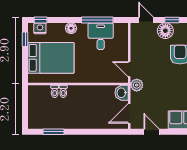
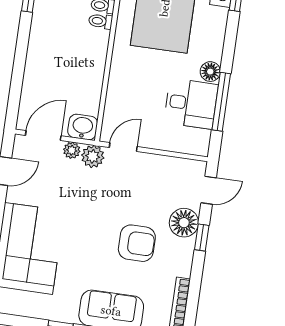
floor lamp: (71, 28) -> (210, 72), moved
plant: (135, 97) -> (72, 150), added
door: (129, 113) -> (43, 136), hinge flipped

